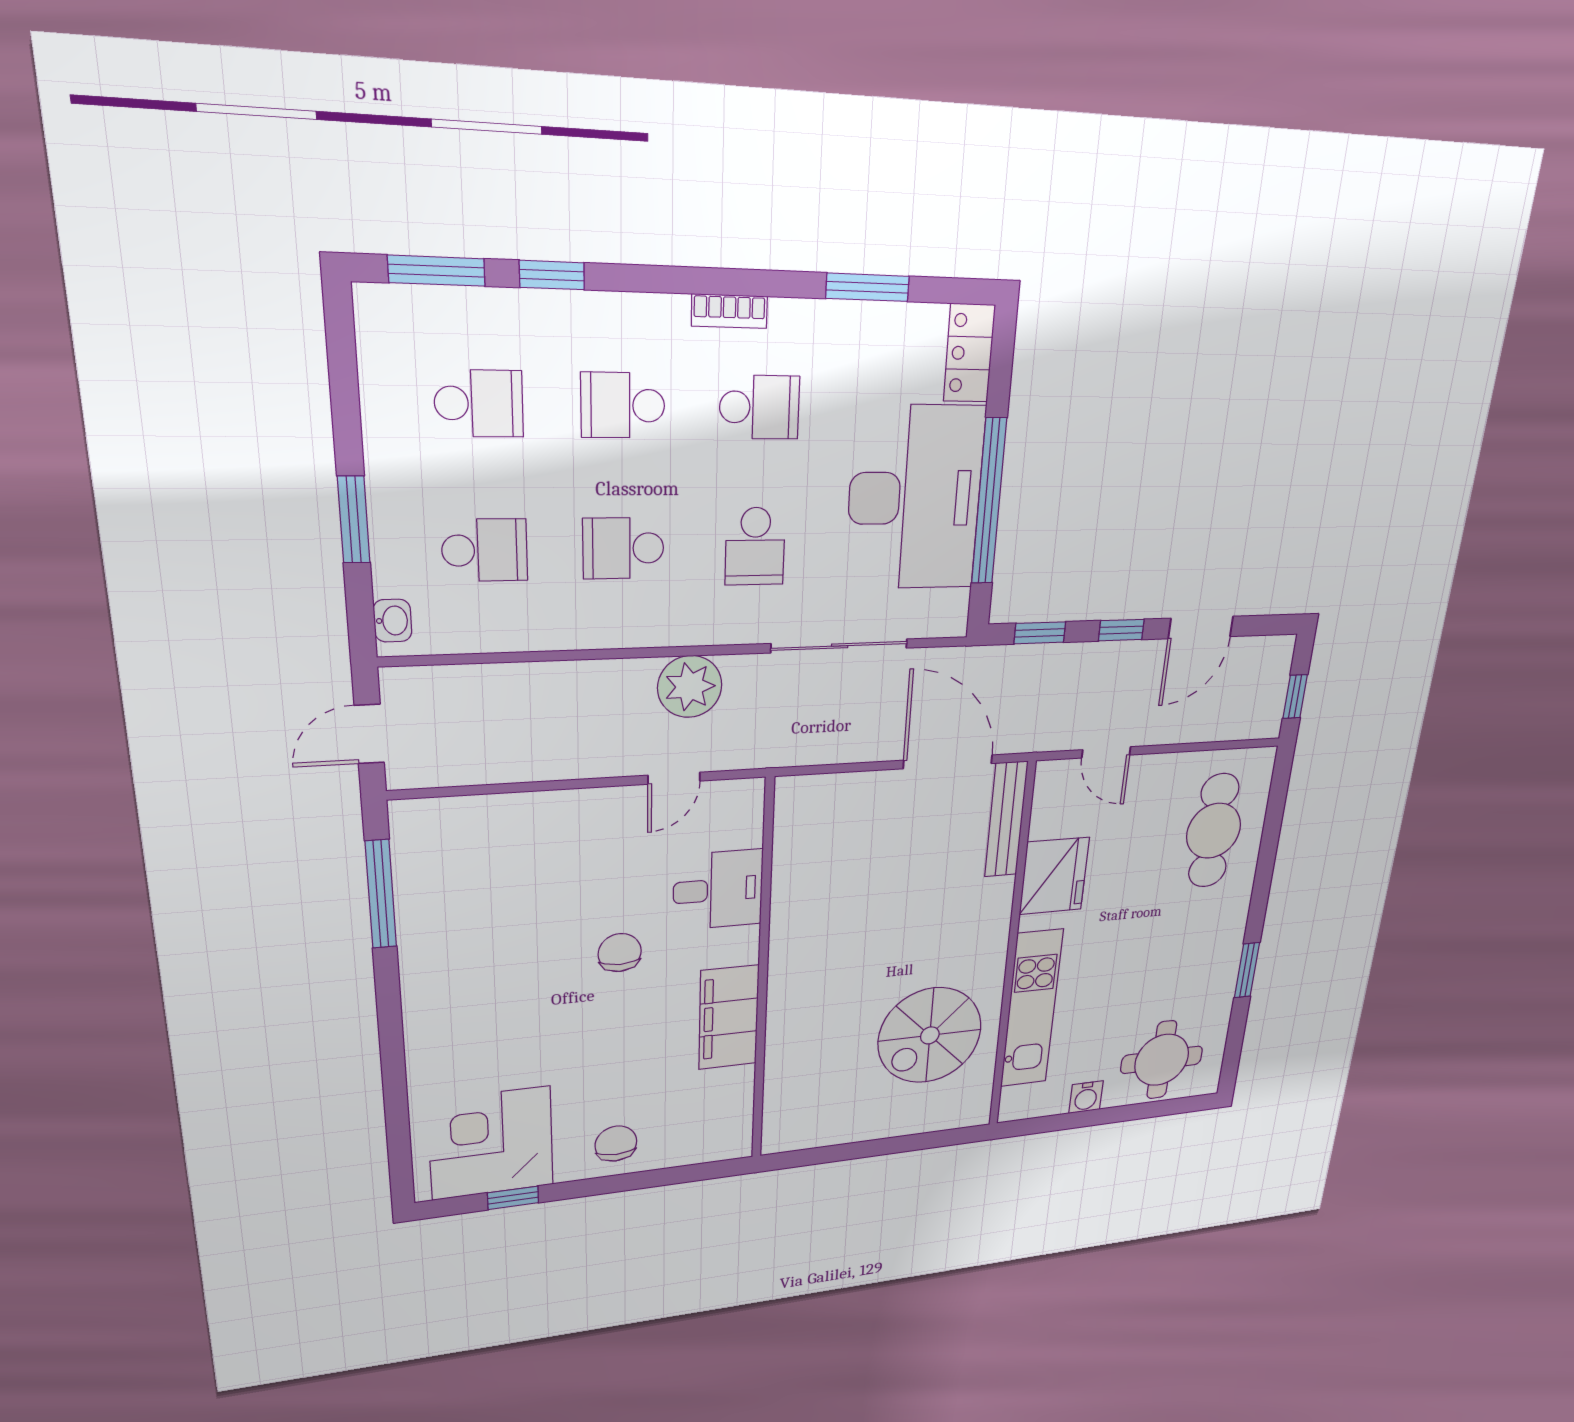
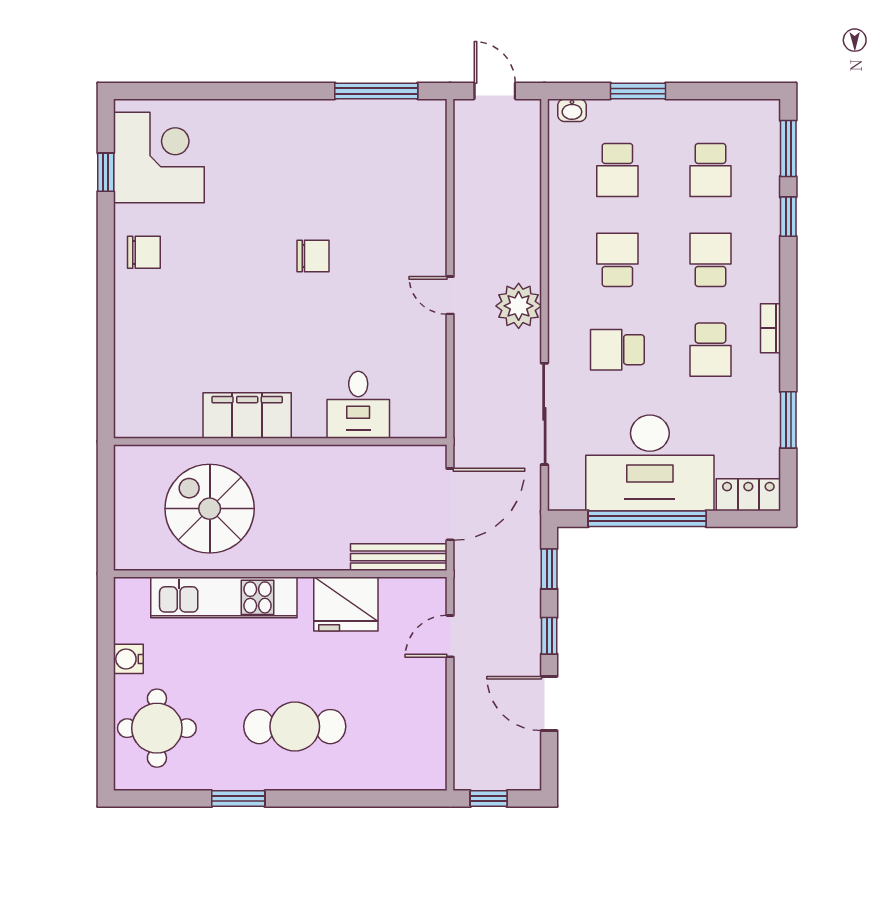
cafe table: (1214, 831) -> (295, 727), moved
desk: (718, 890) -> (358, 405), moved
wall: (763, 977) -> (280, 442), moved
filing cabinet: (729, 1017) -> (247, 416), moved

